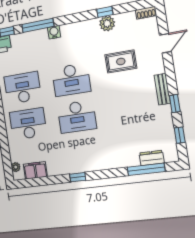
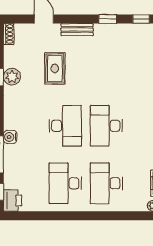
bench: (162, 89) -> (77, 30), moved
desk: (77, 117) -> (106, 126), turned 180

